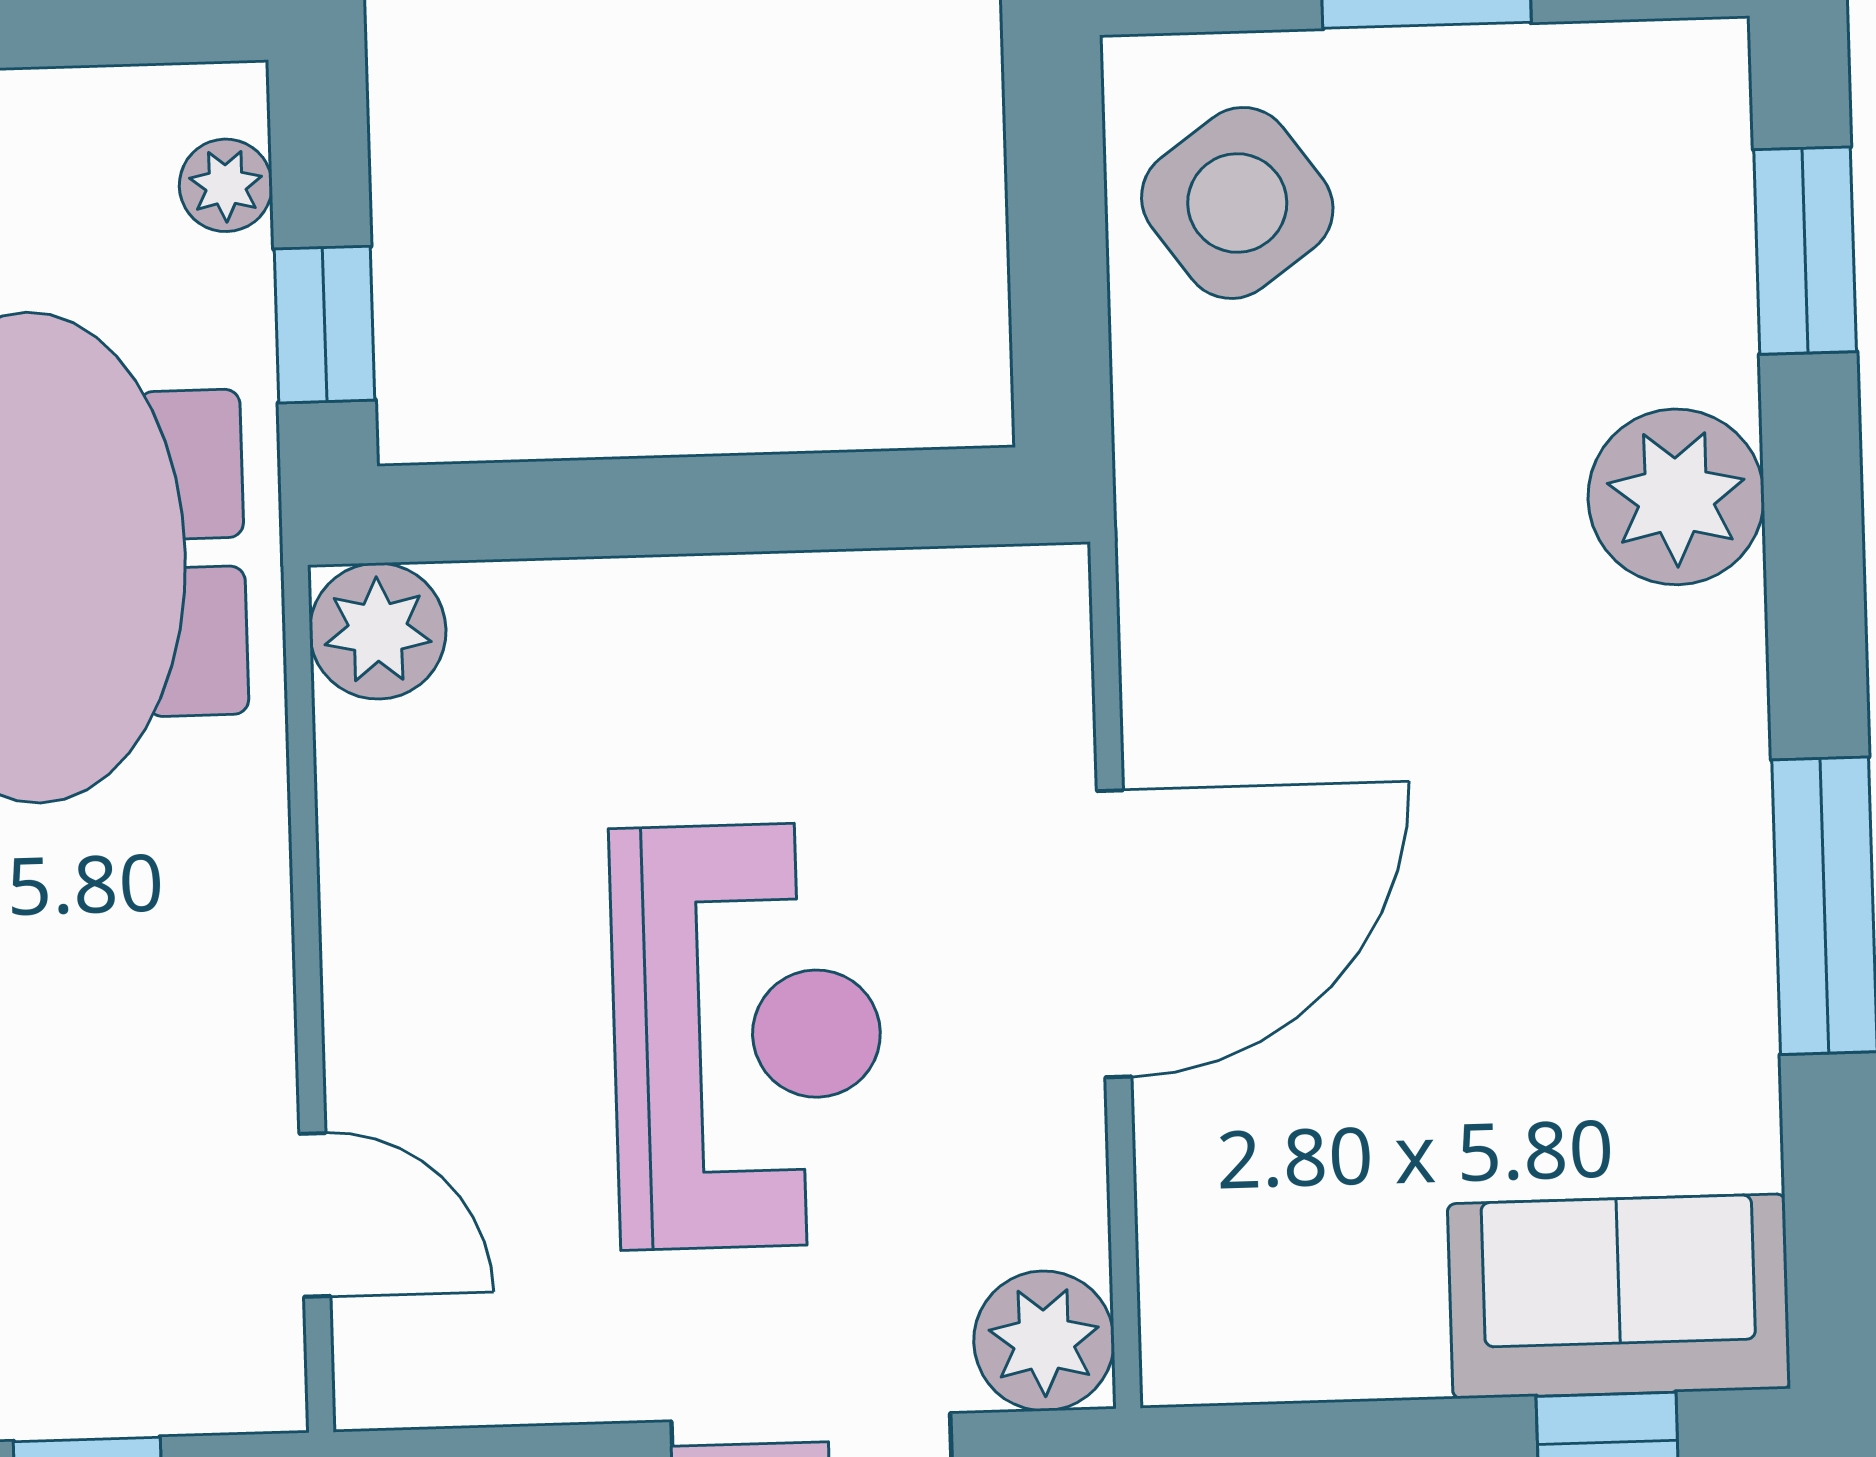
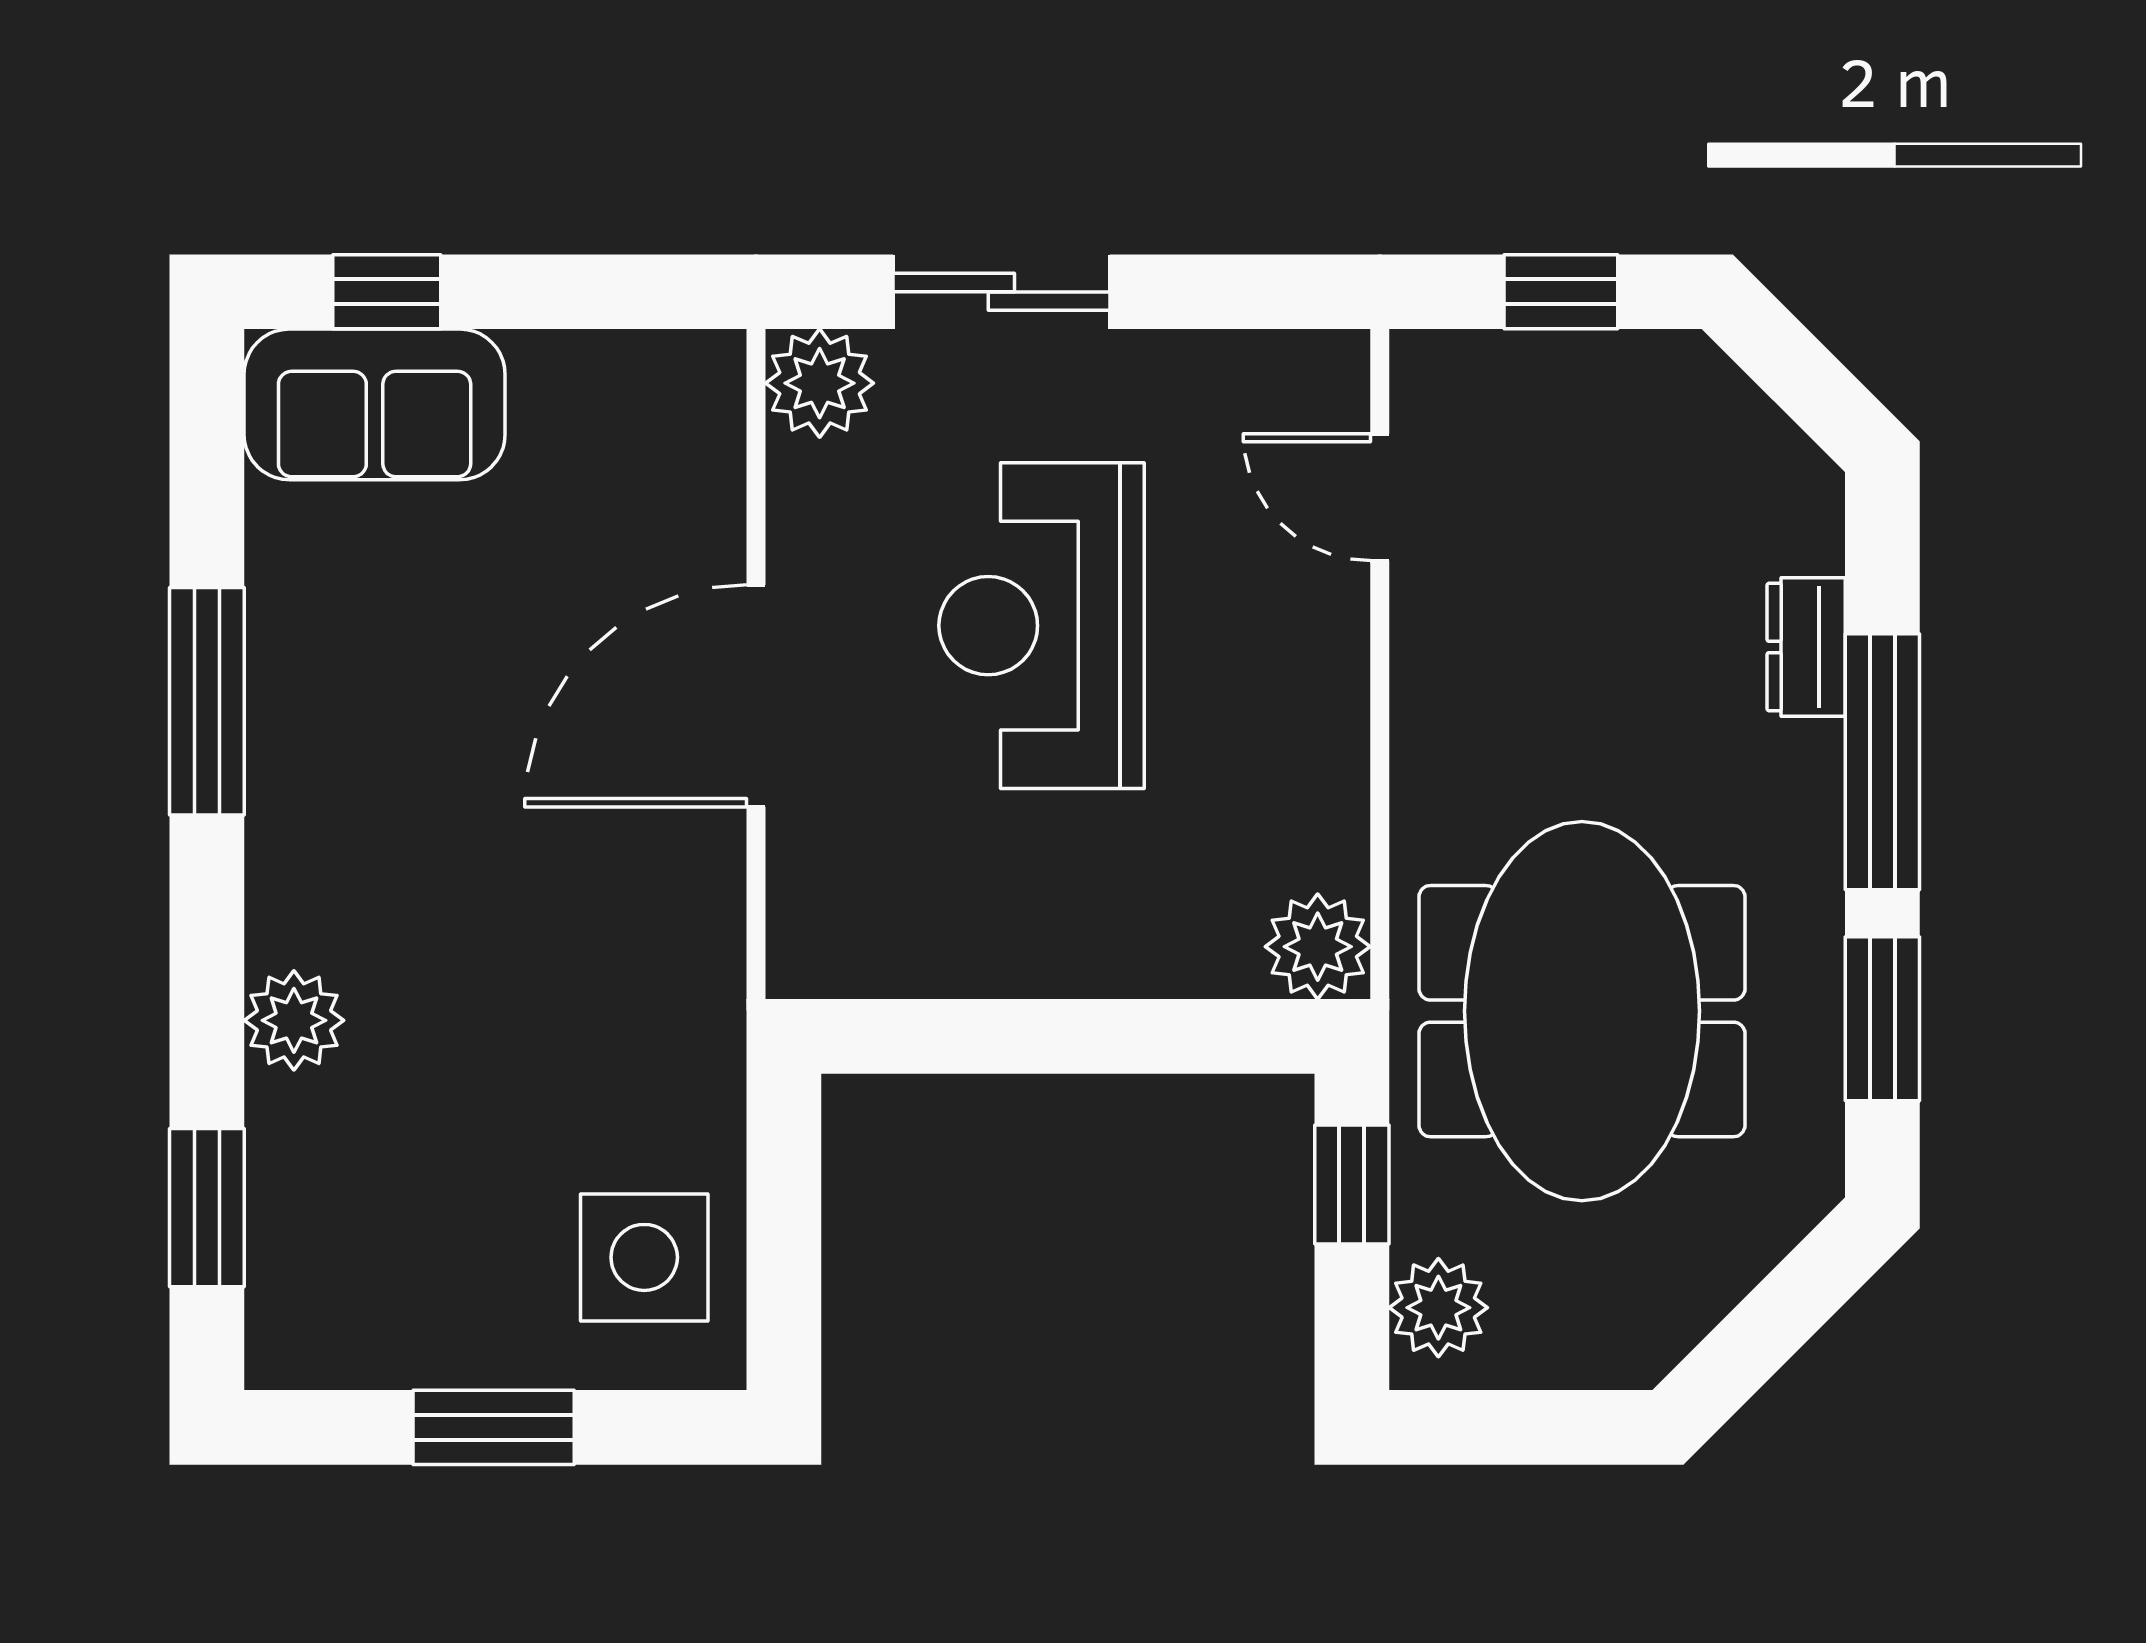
plant: (226, 185) -> (1438, 1308), width x1.38, depth x1.38
side table: (1237, 203) -> (644, 1257), turned 36
plant: (1676, 497) -> (294, 1020), width x0.73, depth x0.73

